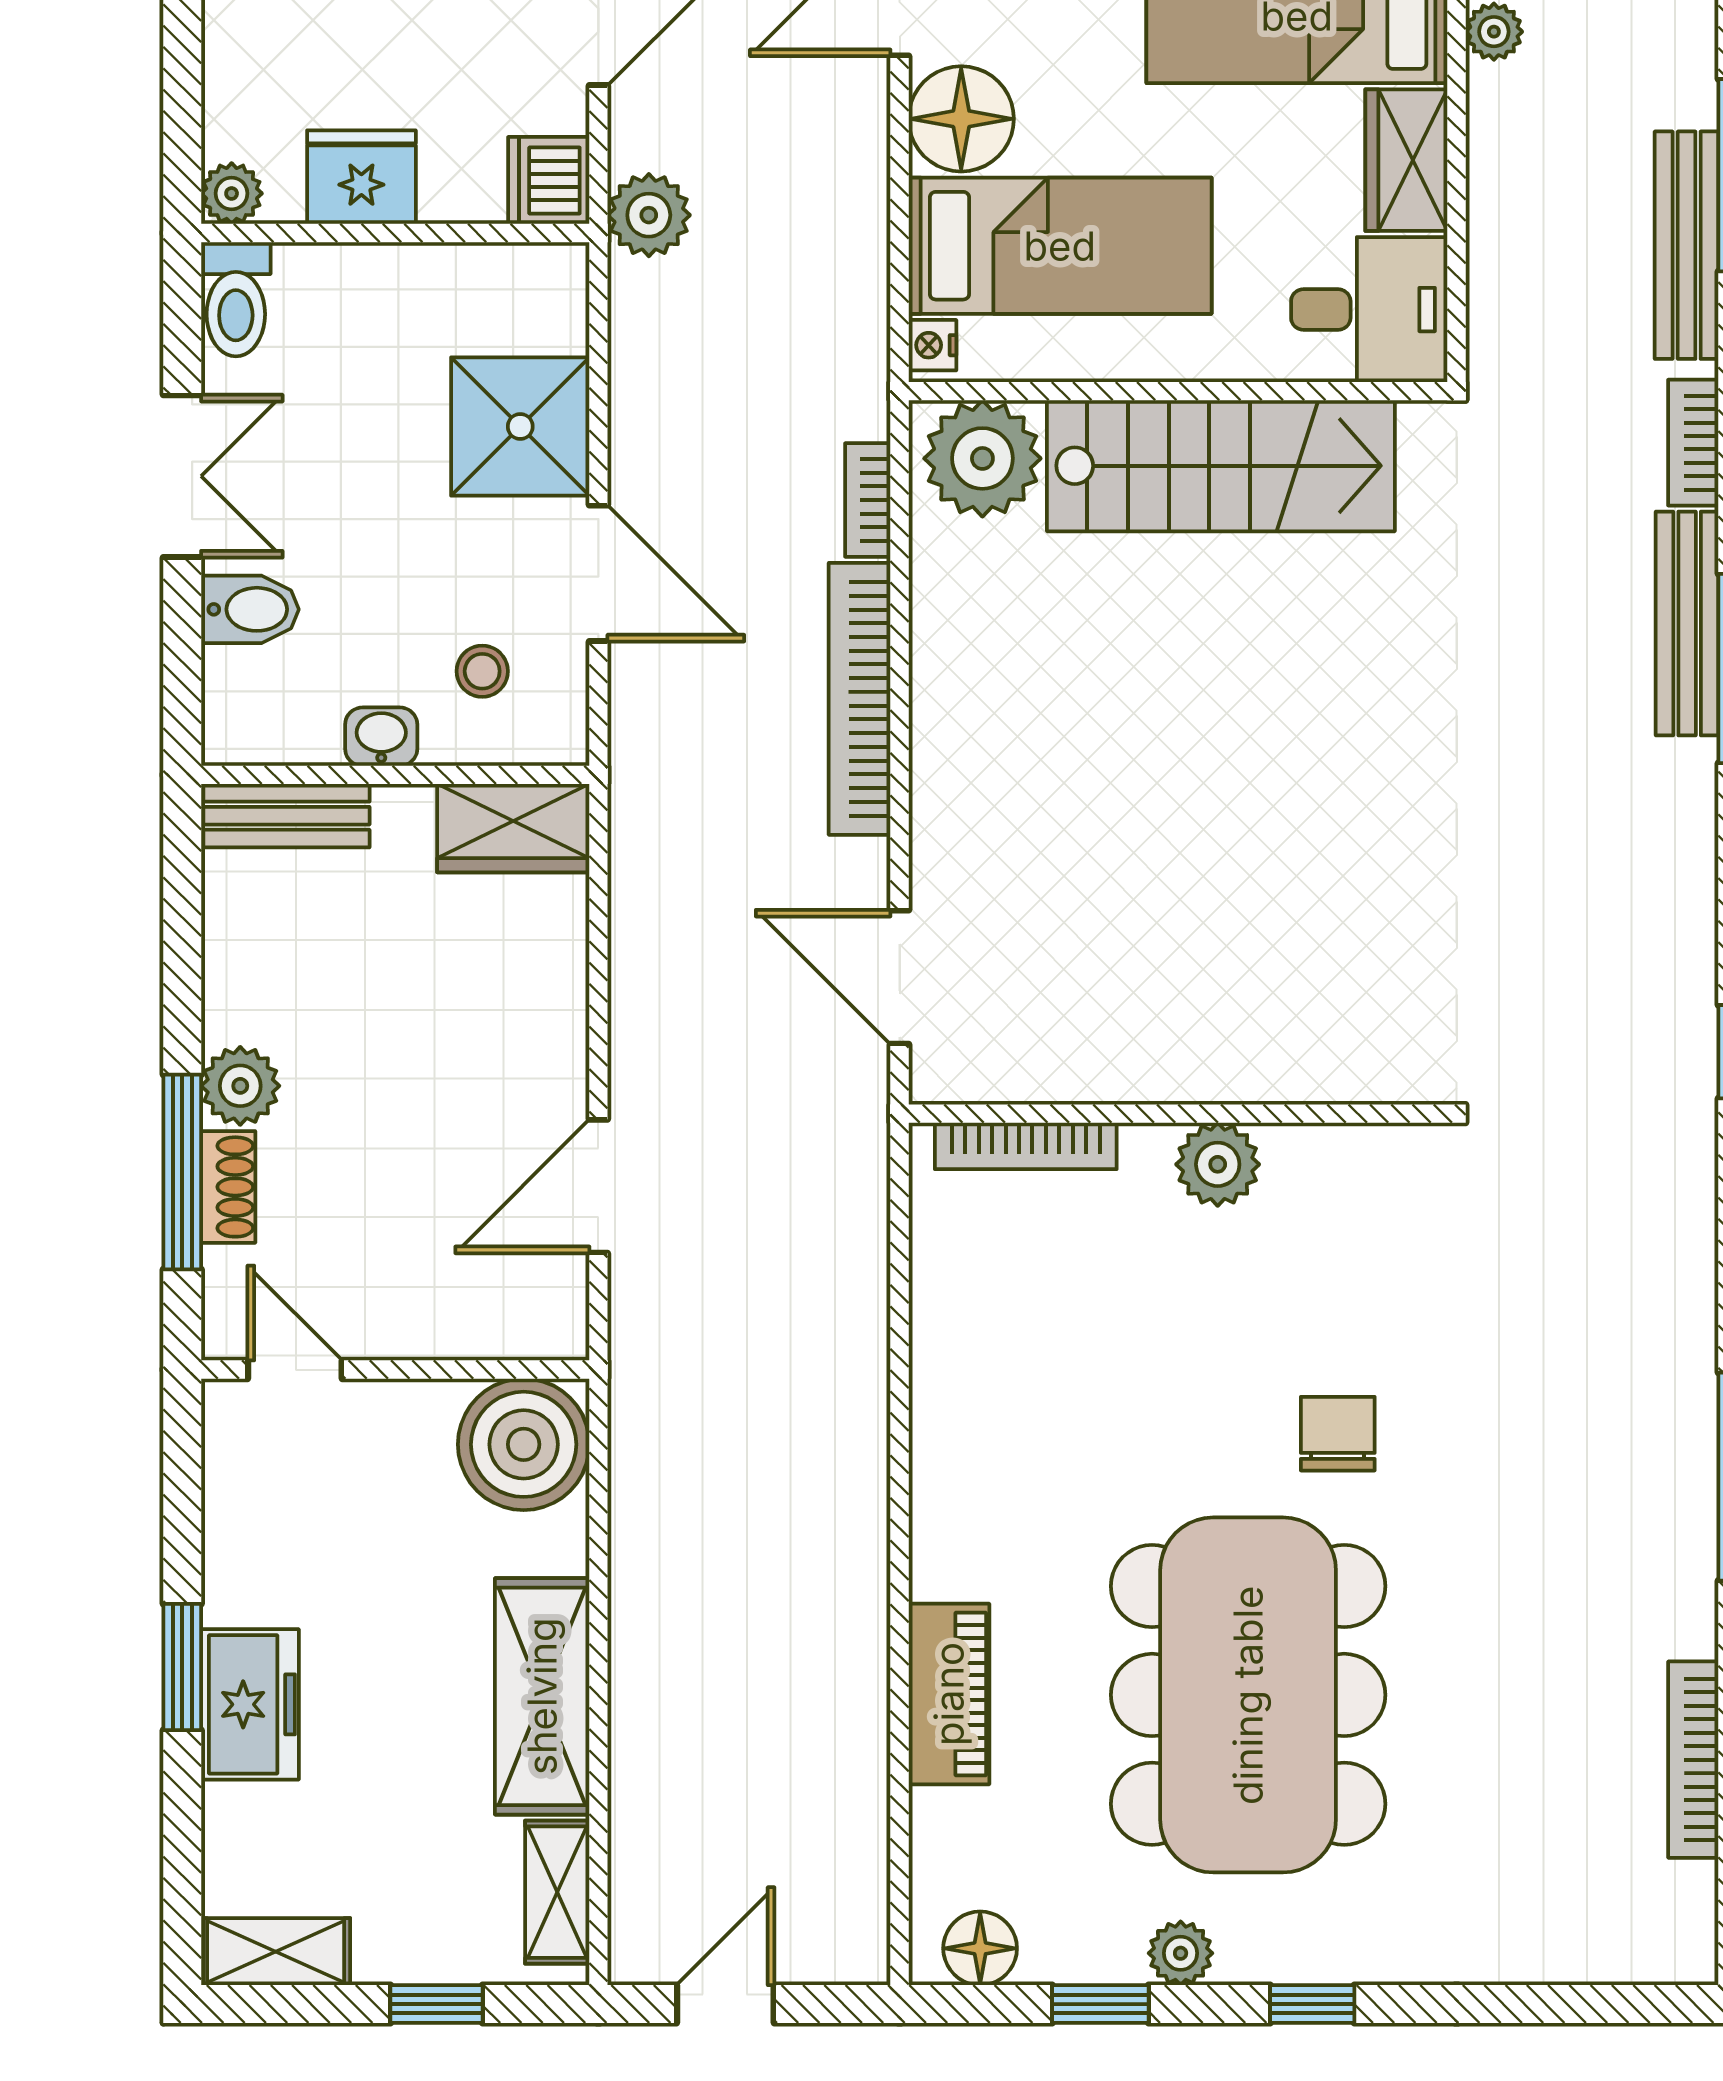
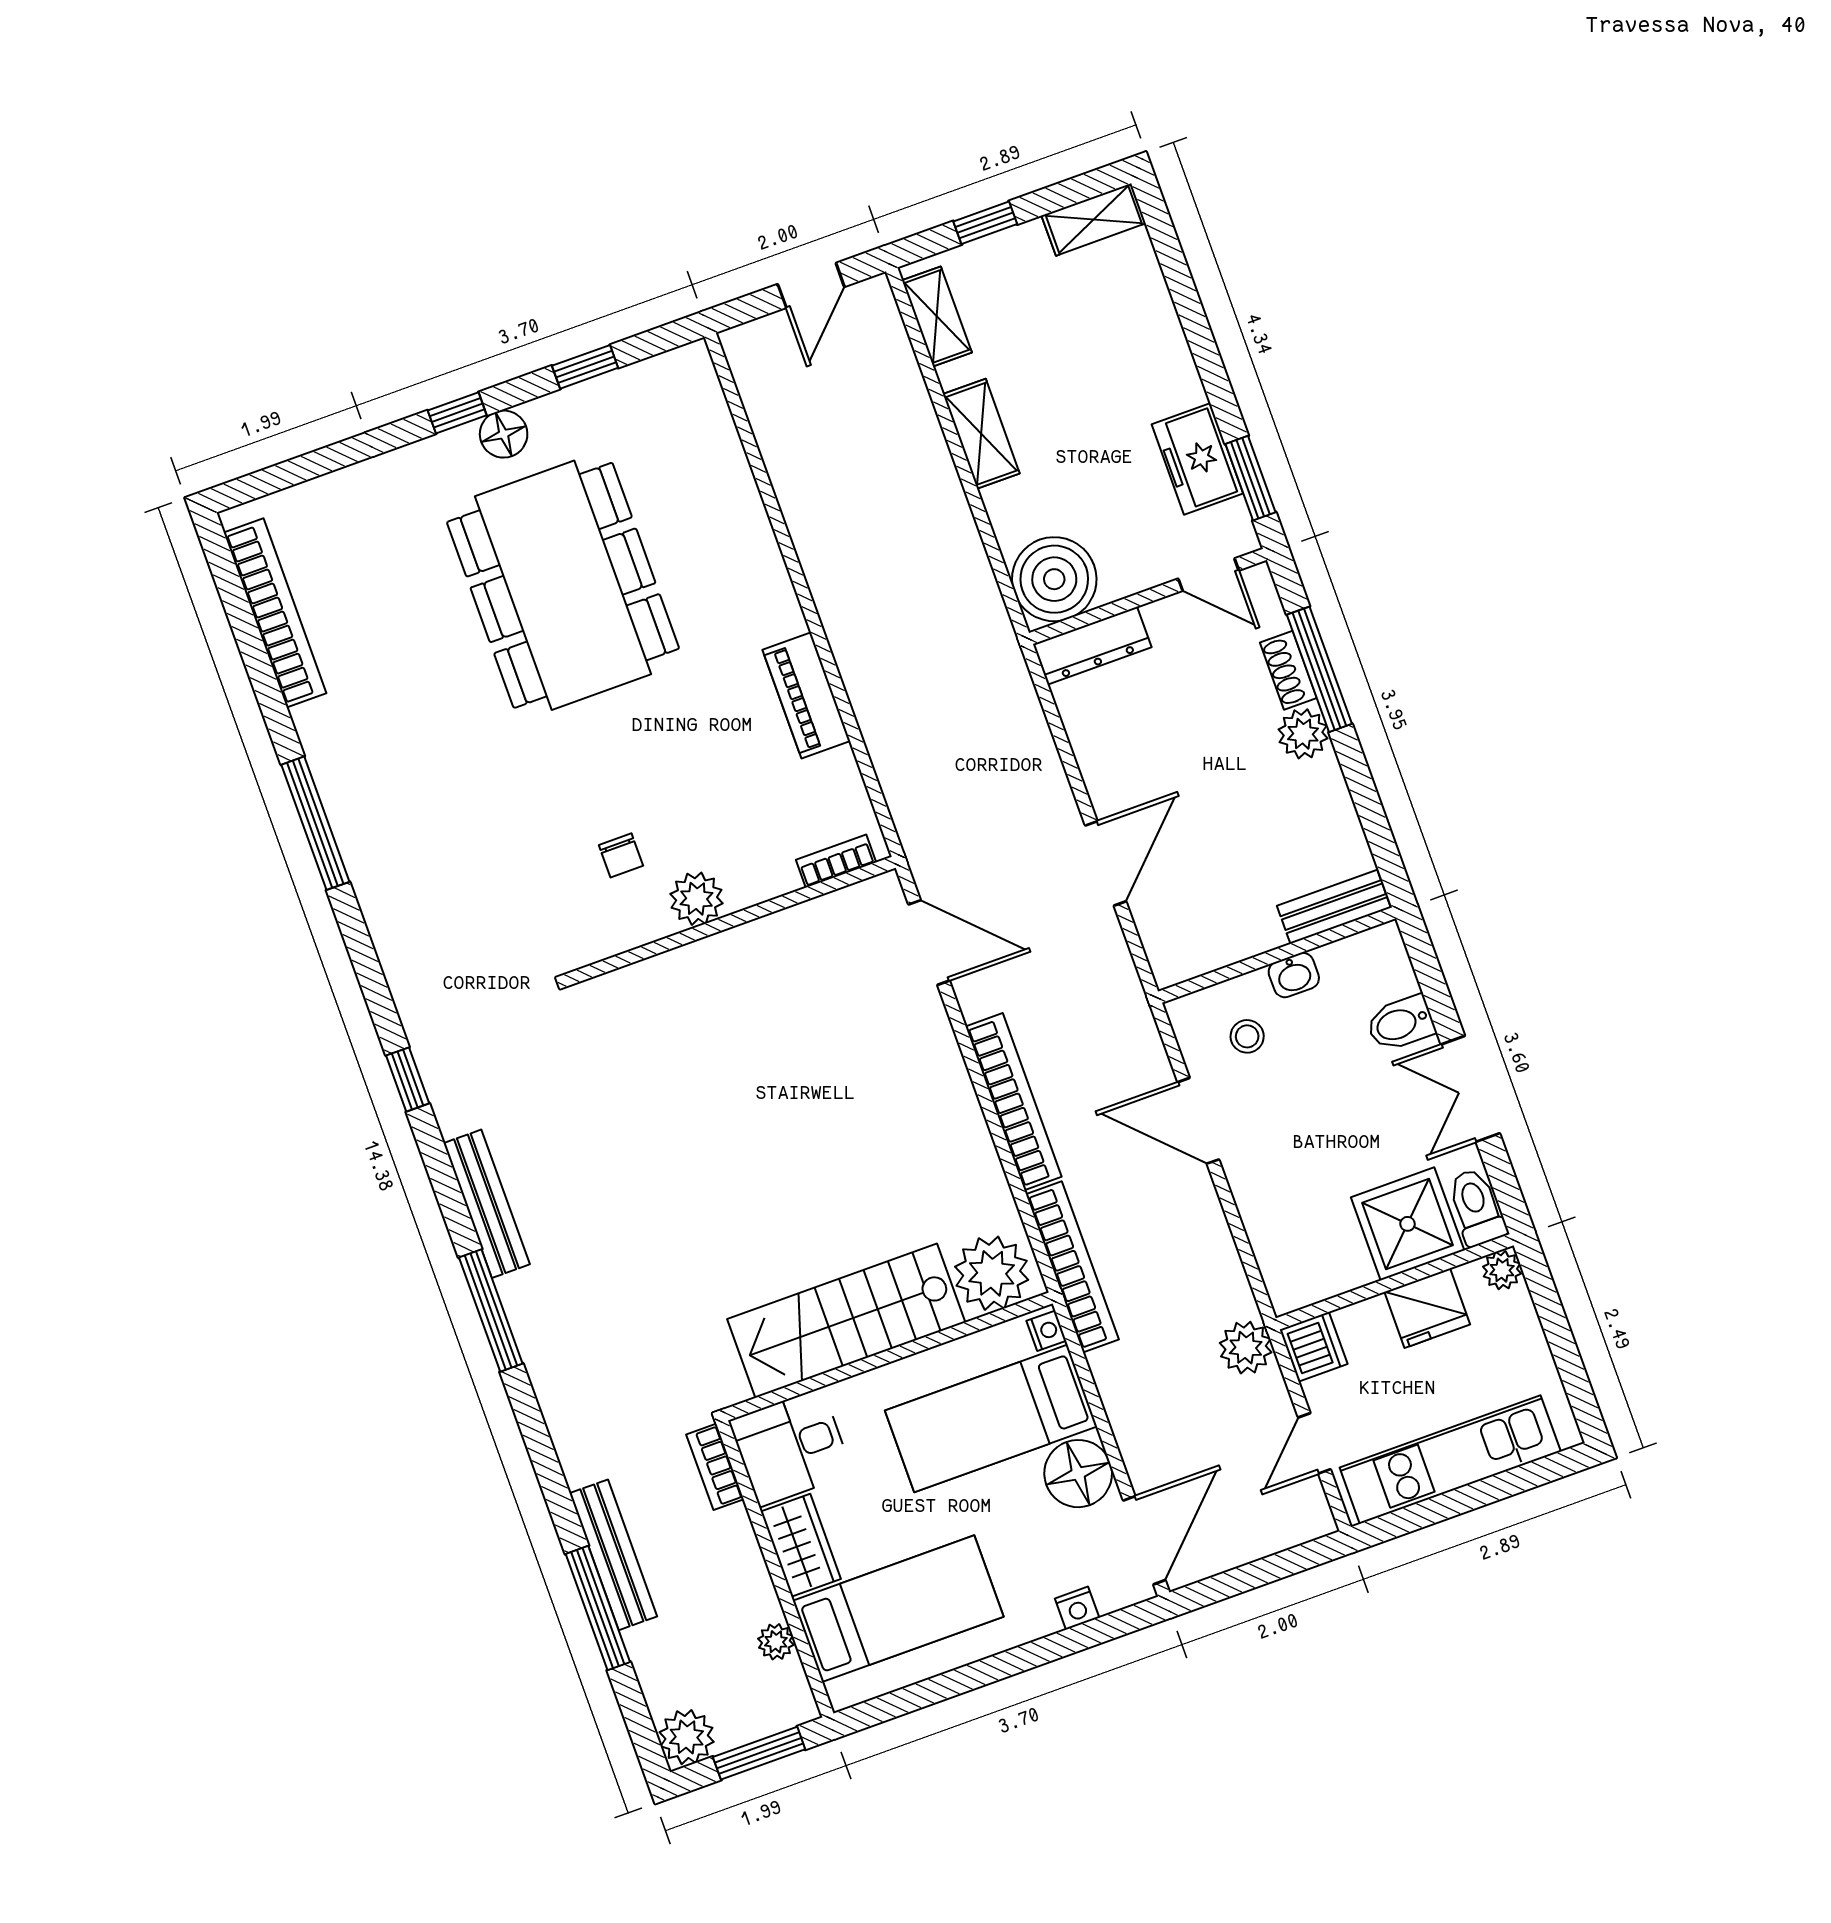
shower: (520, 426) -> (1408, 1224), moved
bookcase: (1693, 443) -> (715, 1467), moved, turned 180
bookcase: (868, 500) -> (1072, 1267), width x2.31, depth x1.31
bench: (1687, 624) -> (487, 1204), moved
wardrobe: (513, 828) -> (1194, 949), removed
bookcase: (1026, 1146) -> (836, 861), width x0.64
door: (598, 1186) -> (1106, 863), moved
dresser: (503, 1327) -> (1092, 646), added
chair: (1338, 1434) -> (621, 855), moved, width x0.73, depth x0.73
window: (182, 1667) -> (1250, 478), moved
piano: (949, 1694) -> (806, 695), moved
shelving: (542, 1696) -> (981, 434), width x0.67, depth x0.75
freezer: (250, 1704) -> (1197, 459), moved
bookcase: (1693, 1760) -> (275, 613), width x1.48, depth x1.31
floor lamp: (980, 1948) -> (504, 434), moved
plant: (1181, 1953) -> (548, 415), removed

